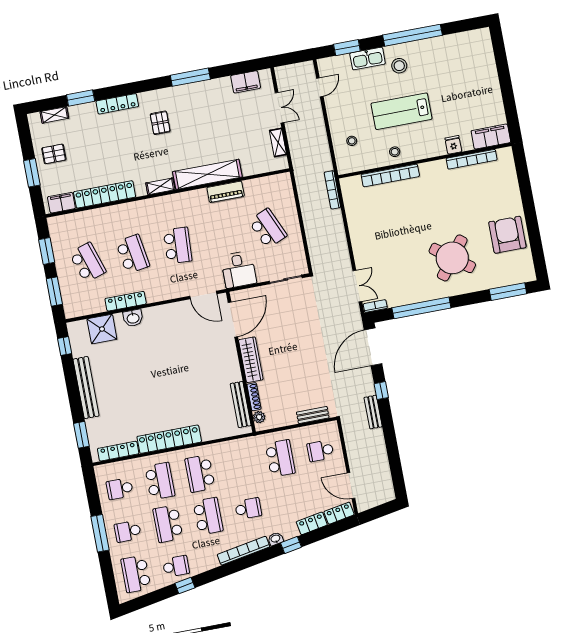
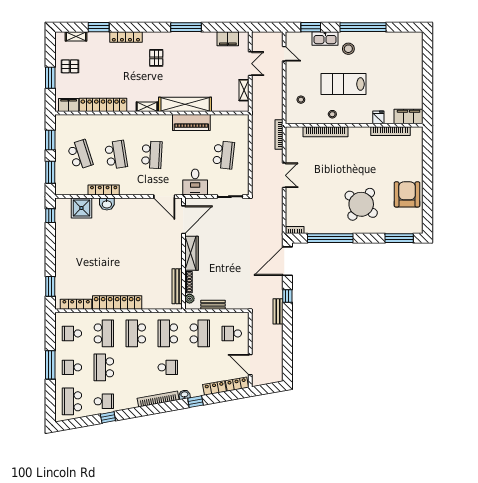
door: (320, 87) -> (284, 54), hinge flipped
piano: (226, 192) -> (191, 122), width x1.37, depth x1.33
school desk: (268, 228) -> (224, 155), turned 30
double door: (357, 286) -> (284, 175), moved
bench: (86, 388) -> (61, 251), removed
bench: (313, 415) -> (213, 305), moved
school desk: (208, 516) -> (168, 333), moved, turned 180

